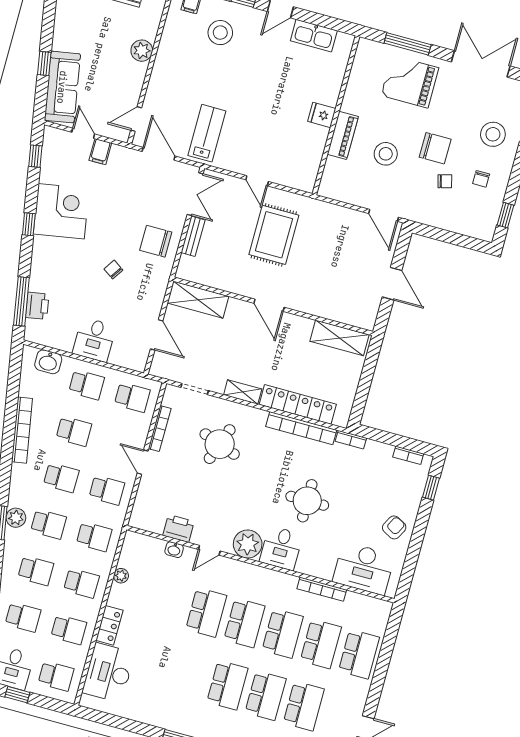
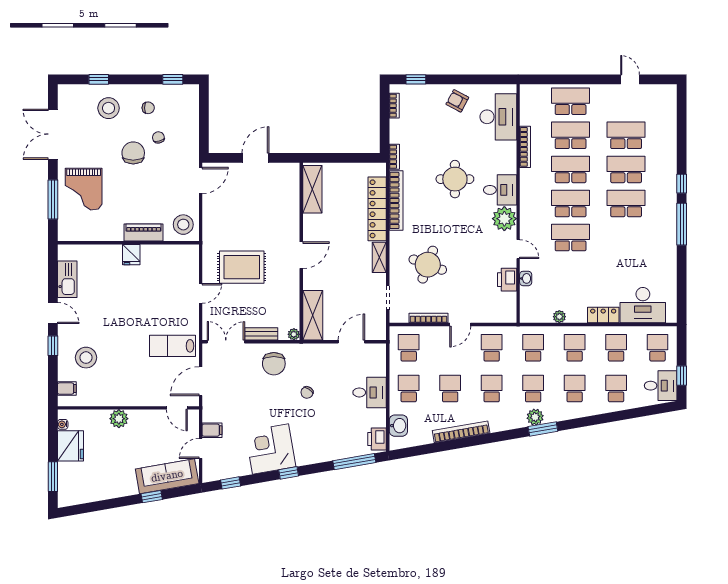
stool: (386, 154) -> (183, 225), moved
plant: (183, 273) -> (294, 334), added
printer: (37, 306) -> (377, 439), moved, turned -80

